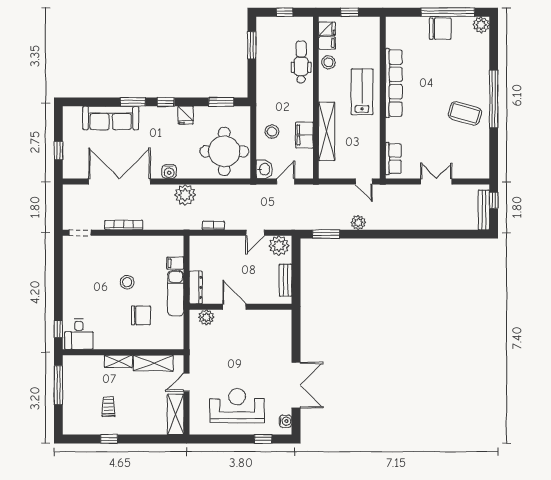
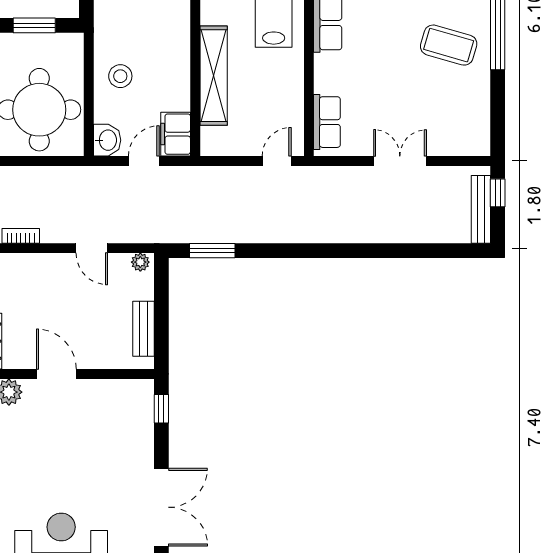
filing cabinet: (304, 135) -> (176, 134), moved
door: (364, 182) -> (277, 161), swing flipped
plant: (358, 222) -> (267, 231), removed
door: (255, 233) -> (92, 248), hinge flipped
plant: (279, 246) -> (140, 262), width x0.53, depth x0.53
window: (296, 327) -> (161, 409), added

